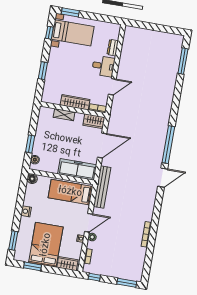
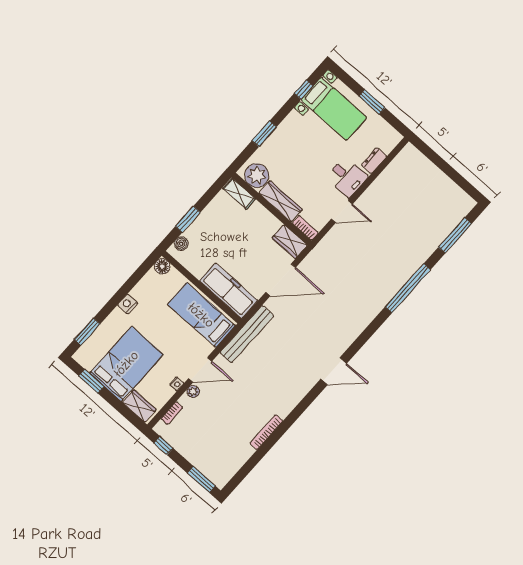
window: (70, 12) -> (372, 102), moved
plant: (53, 96) -> (257, 176), added
shelving: (64, 115) -> (239, 194), moved
window: (168, 145) -> (408, 288), moved

